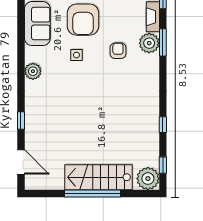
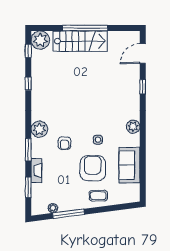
plant: (149, 43) -> (39, 129), moved
door: (21, 162) -> (143, 54), hinge flipped

